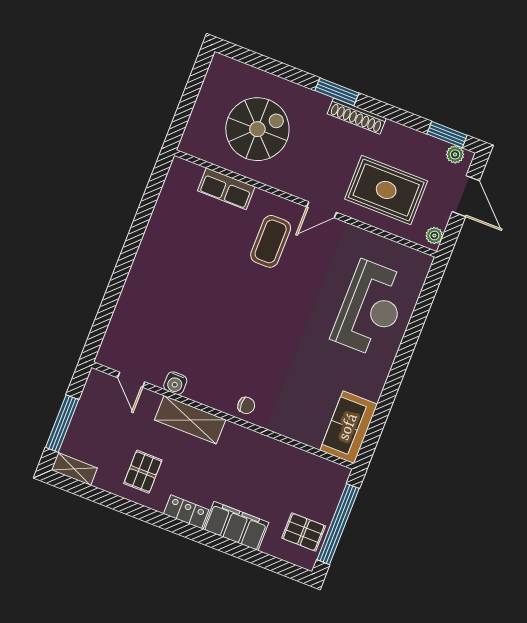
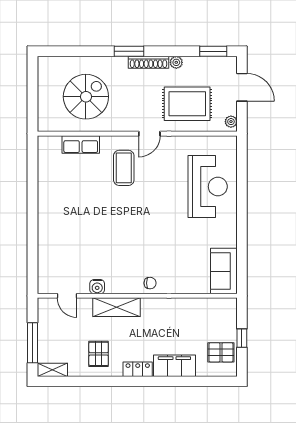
plant: (455, 154) -> (176, 62), moved
window: (338, 524) -> (242, 338), width x0.32

